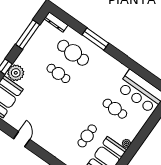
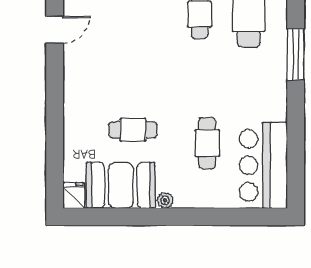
window: (95, 39) -> (296, 55), moved

